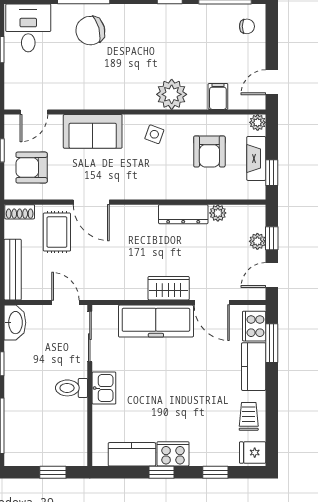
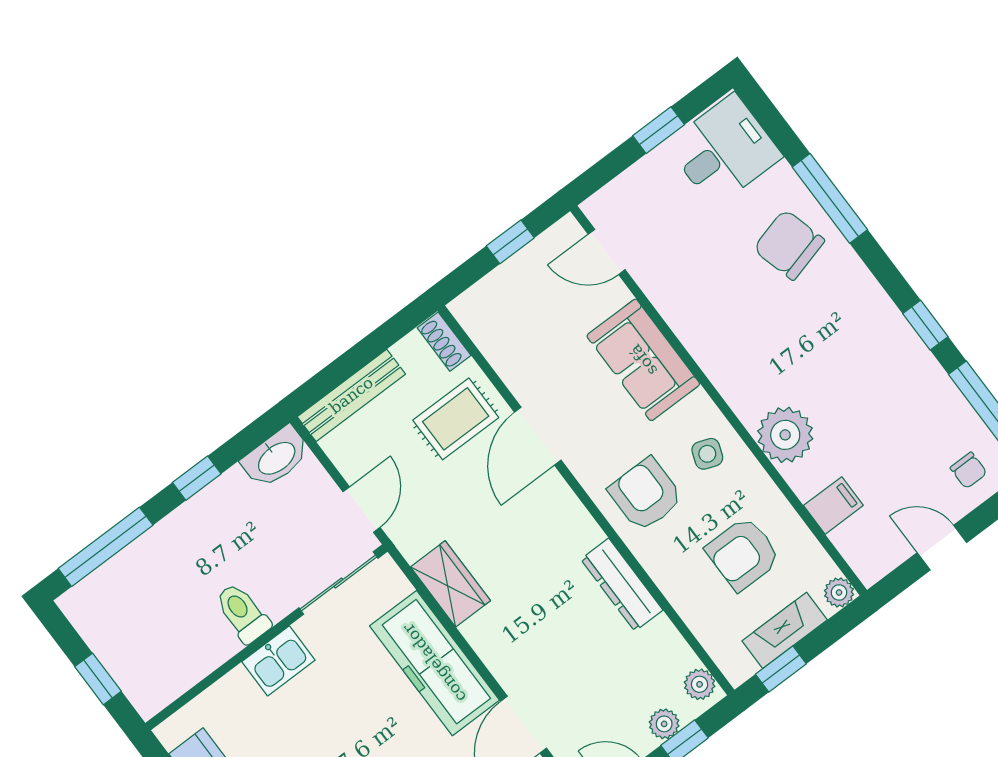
door: (272, 82) -> (942, 548), moved
armchair: (32, 168) -> (646, 494), moved
plant: (218, 213) -> (700, 684), moved
wardrobe: (169, 288) -> (450, 584), moved

